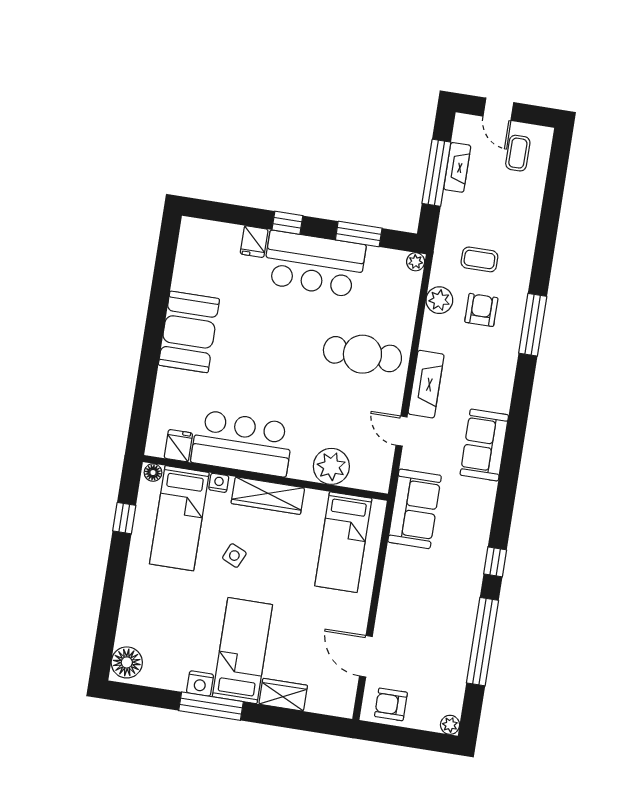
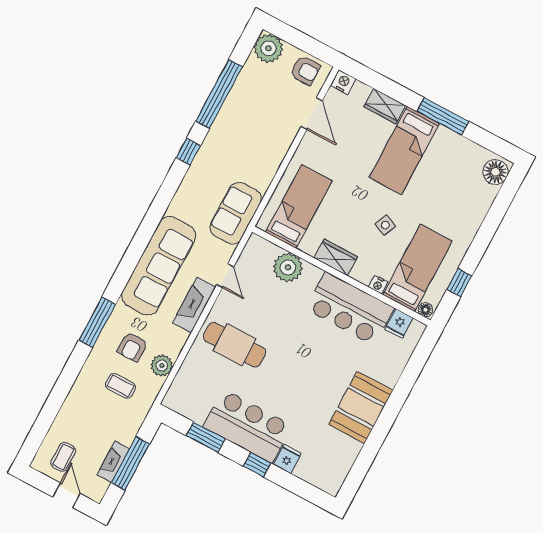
plant: (416, 262) -> (170, 401), removed
sofa: (484, 445) -> (159, 266), width x1.85, depth x1.27
wardrobe: (268, 496) -> (336, 257), width x0.67
nightstand: (200, 684) -> (343, 82), moved
plant: (450, 725) -> (268, 48), width x1.88, depth x1.88

